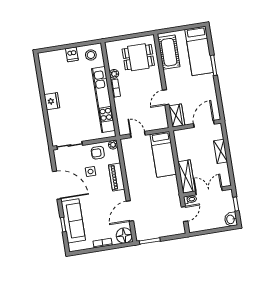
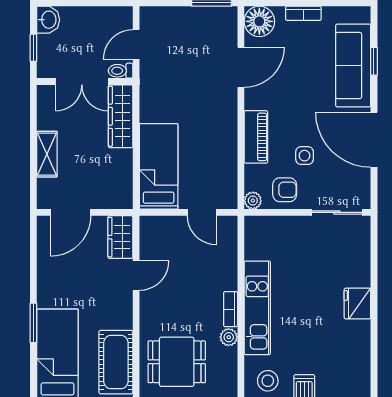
kitchen unit: (103, 100) -> (257, 308), width x0.73

